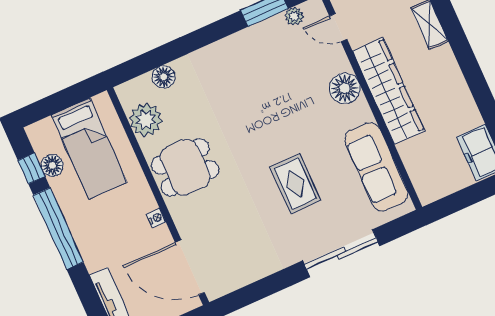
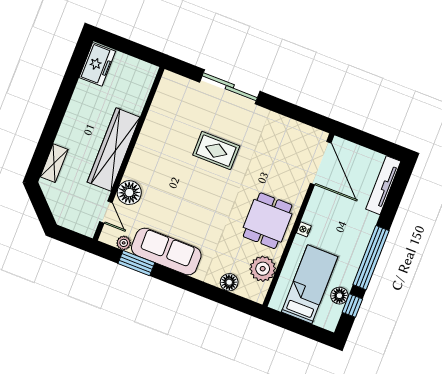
floor lamp: (345, 88) -> (129, 193), moved
dining table: (185, 167) -> (268, 221), turned 90
sofa: (376, 167) -> (166, 252), moved, turned -90
rug: (295, 184) -> (216, 151), turned 90
nightstand: (156, 218) -> (304, 229), moved

